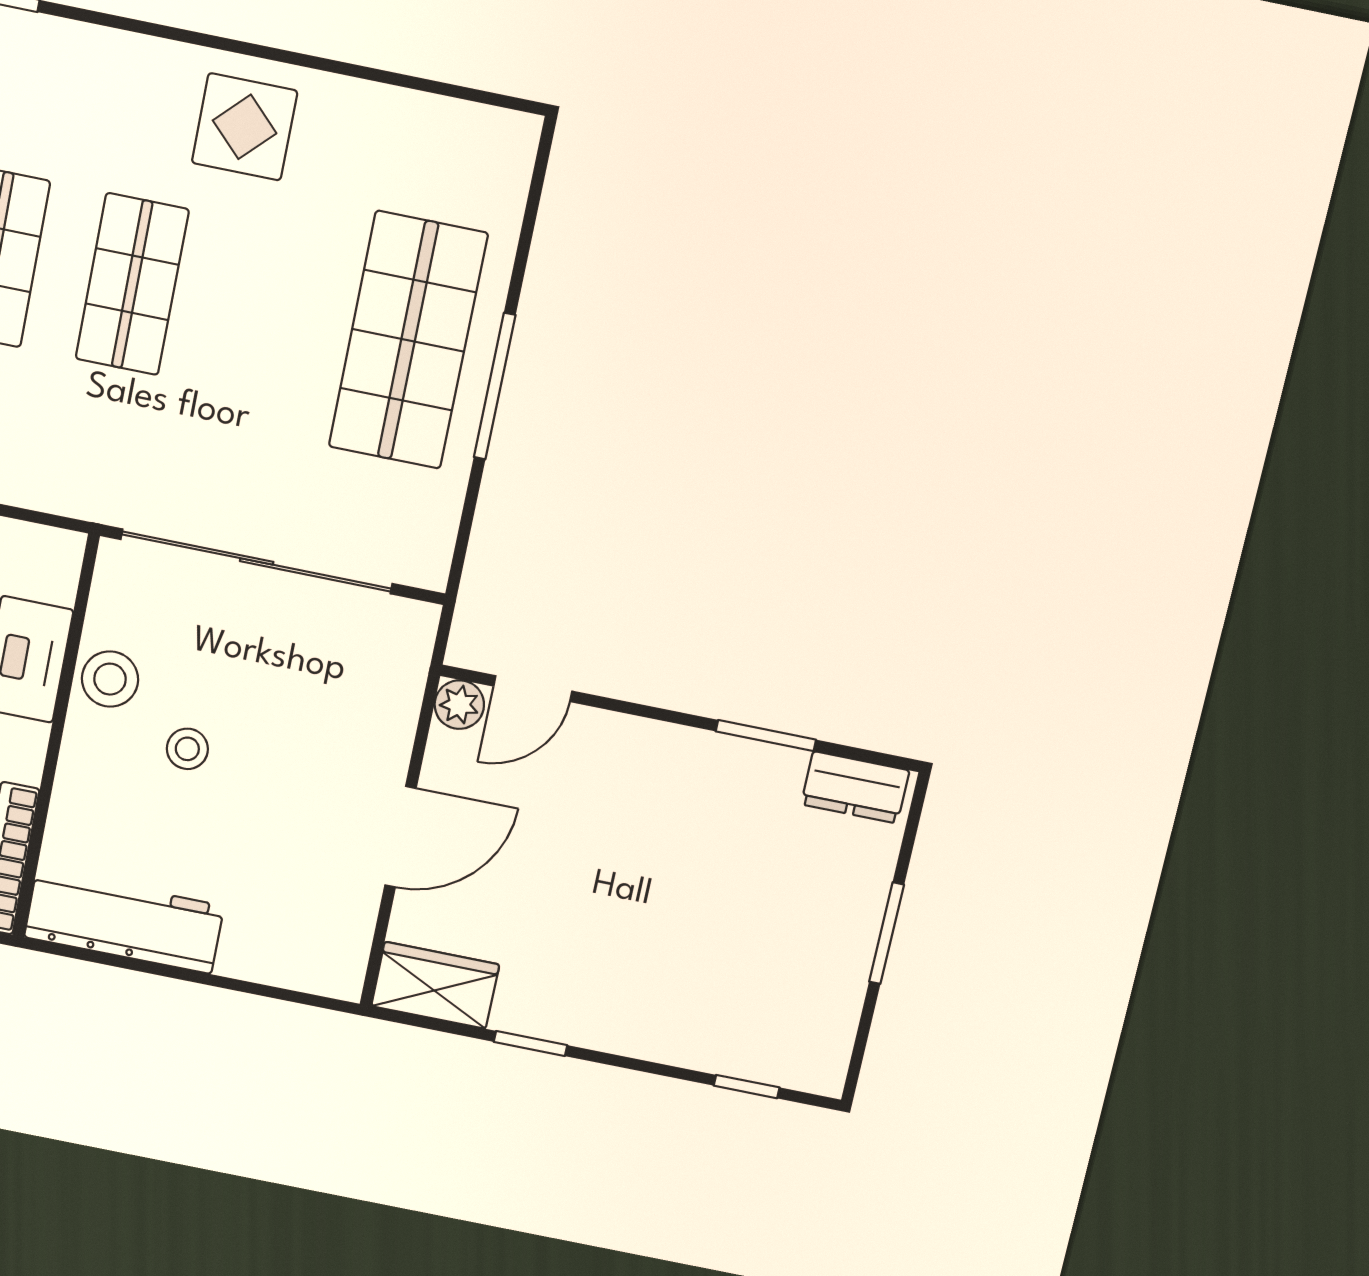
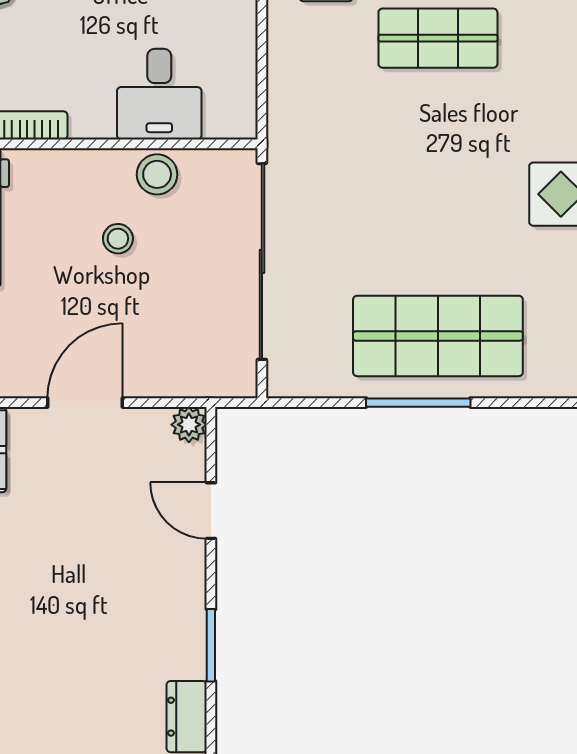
shop shelf: (132, 284) -> (438, 137), removed
door: (533, 689) -> (211, 511), moved
door: (400, 837) -> (85, 403), swing flipped

